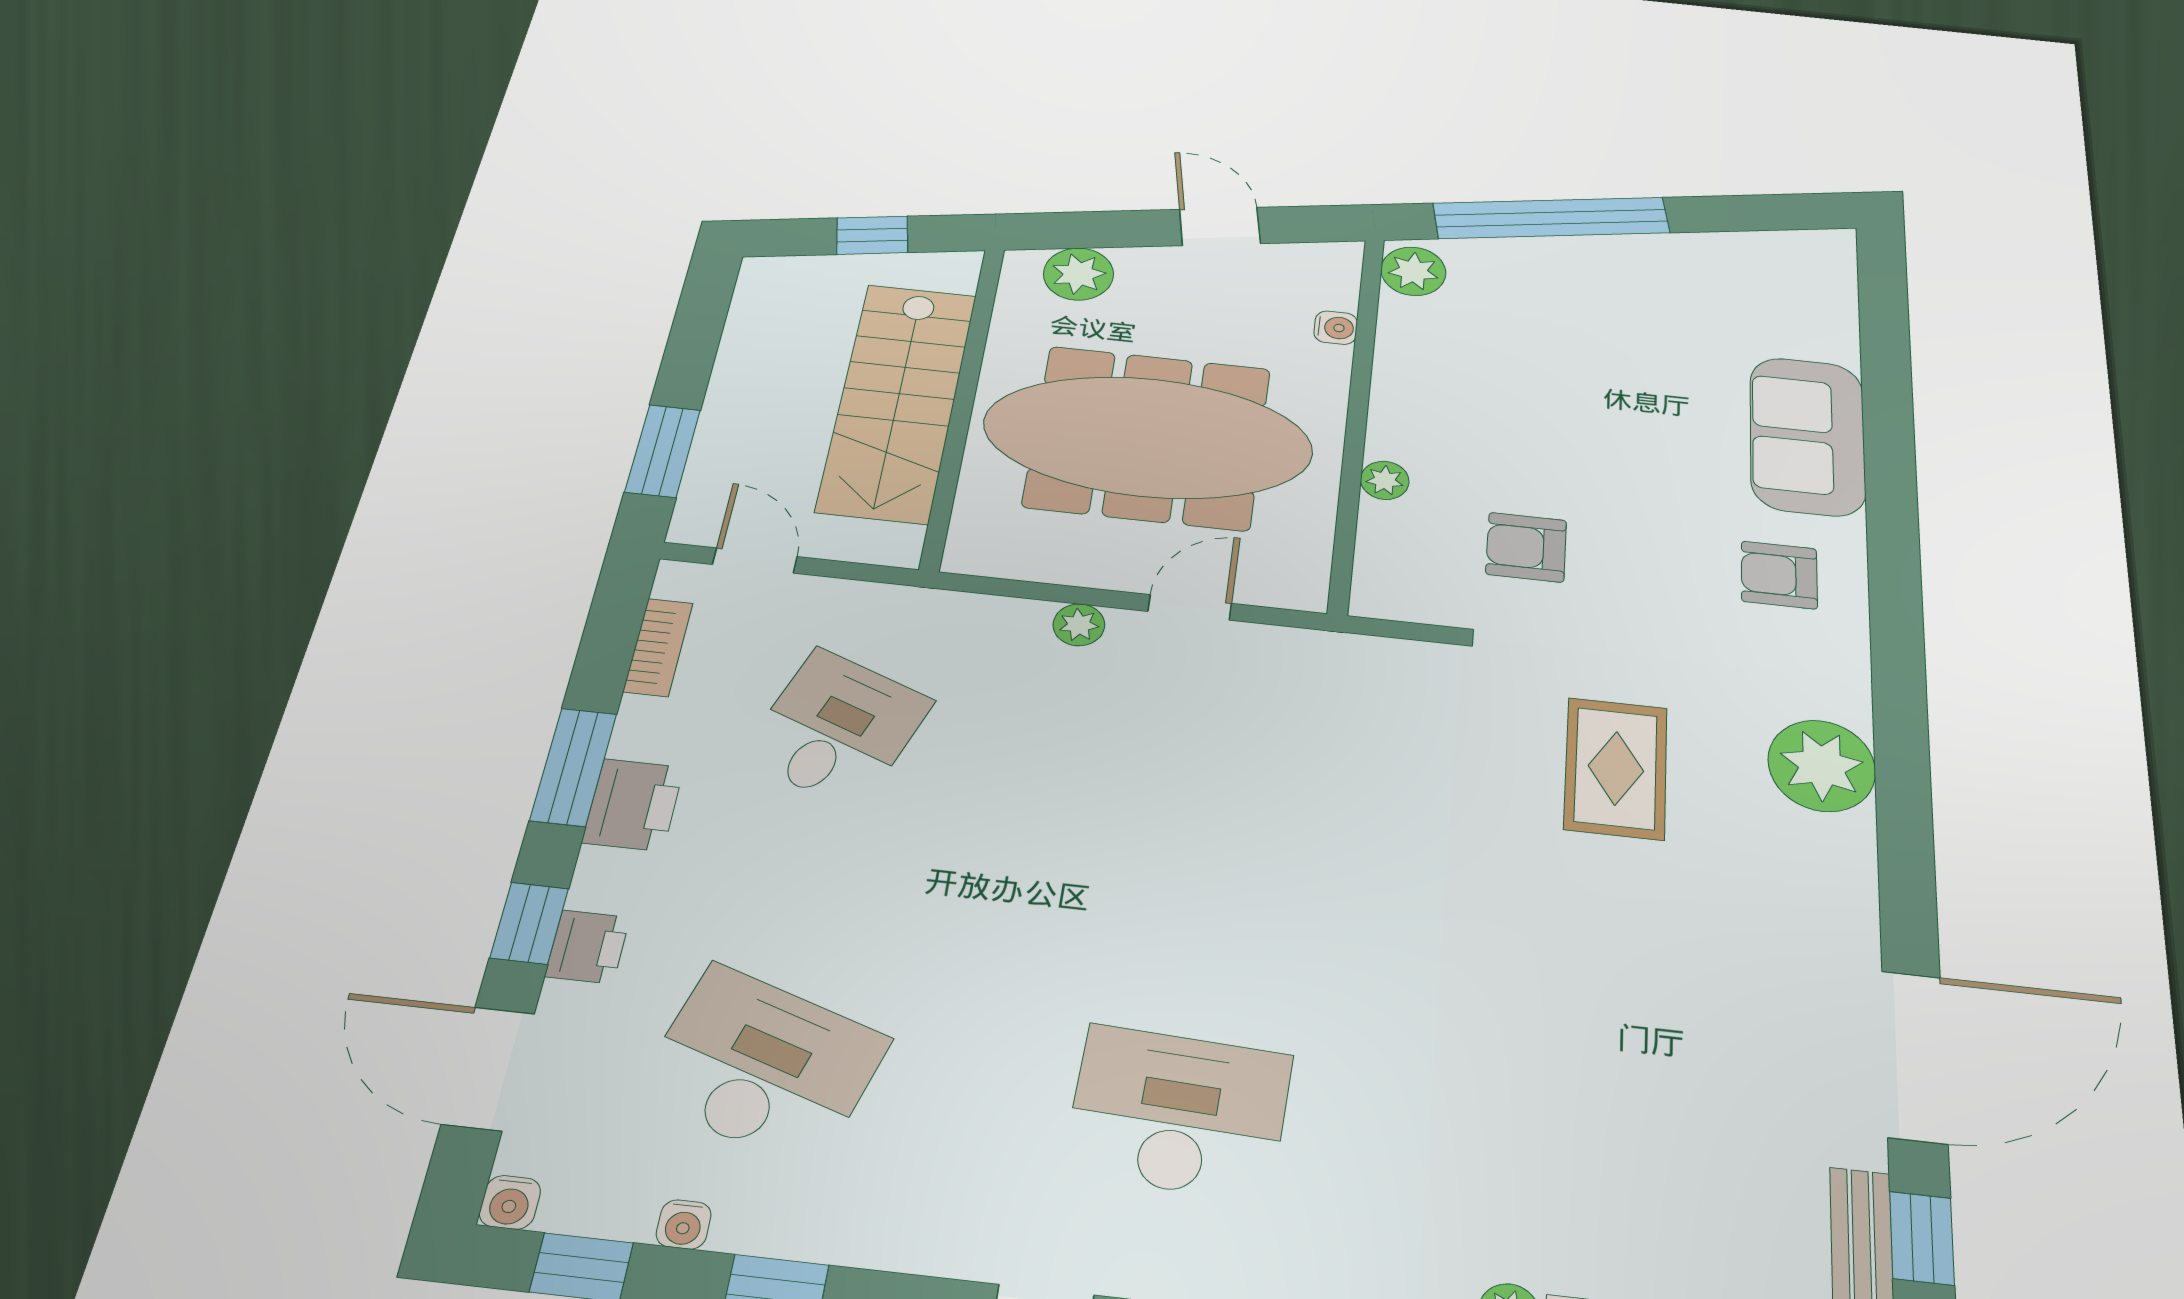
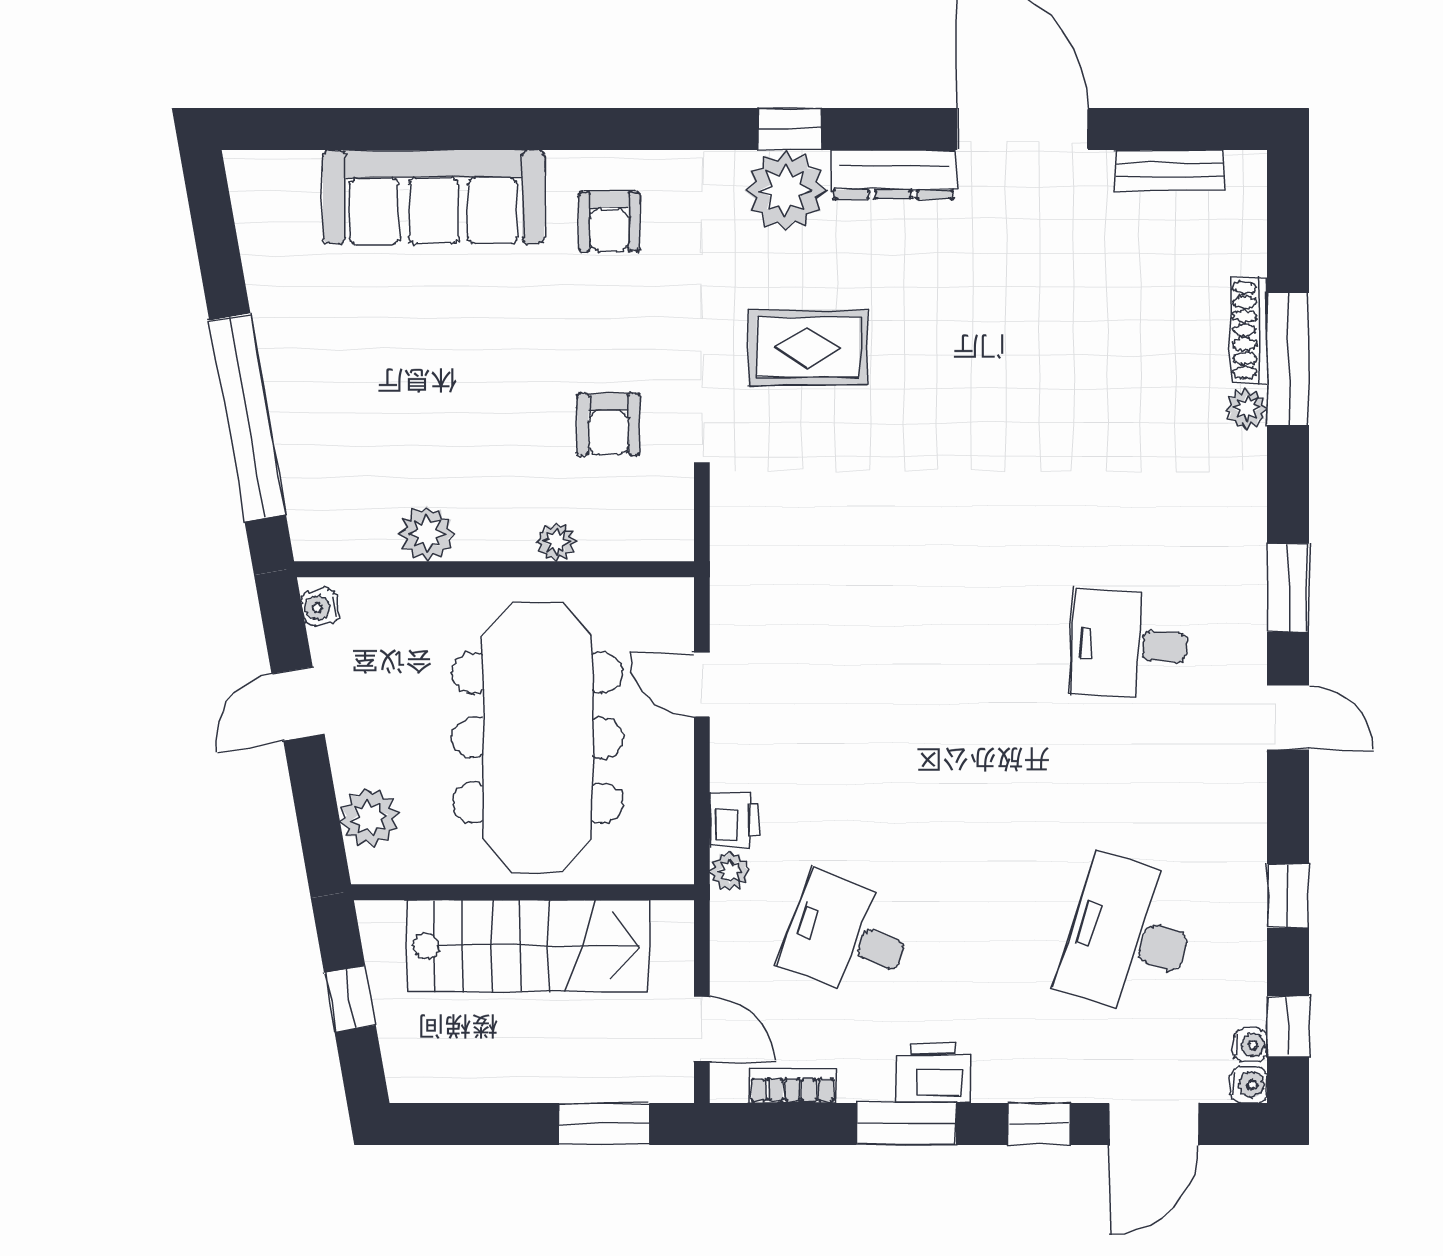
plant: (1413, 271) -> (427, 534), moved
water cooler: (1336, 328) -> (320, 608), moved, turned -100
sofa: (1807, 436) -> (434, 197), width x1.36
door: (755, 561) -> (702, 1029), swing flipped
plant: (1079, 625) -> (730, 871), moved
dresser: (1847, 891) -> (893, 174), added
printer: (588, 947) -> (734, 820), moved, turned 90
desk: (1178, 1113) -> (1129, 645), width x0.73
water cooler: (684, 1224) -> (1250, 1045), moved
window: (1922, 1238) -> (790, 129), moved

